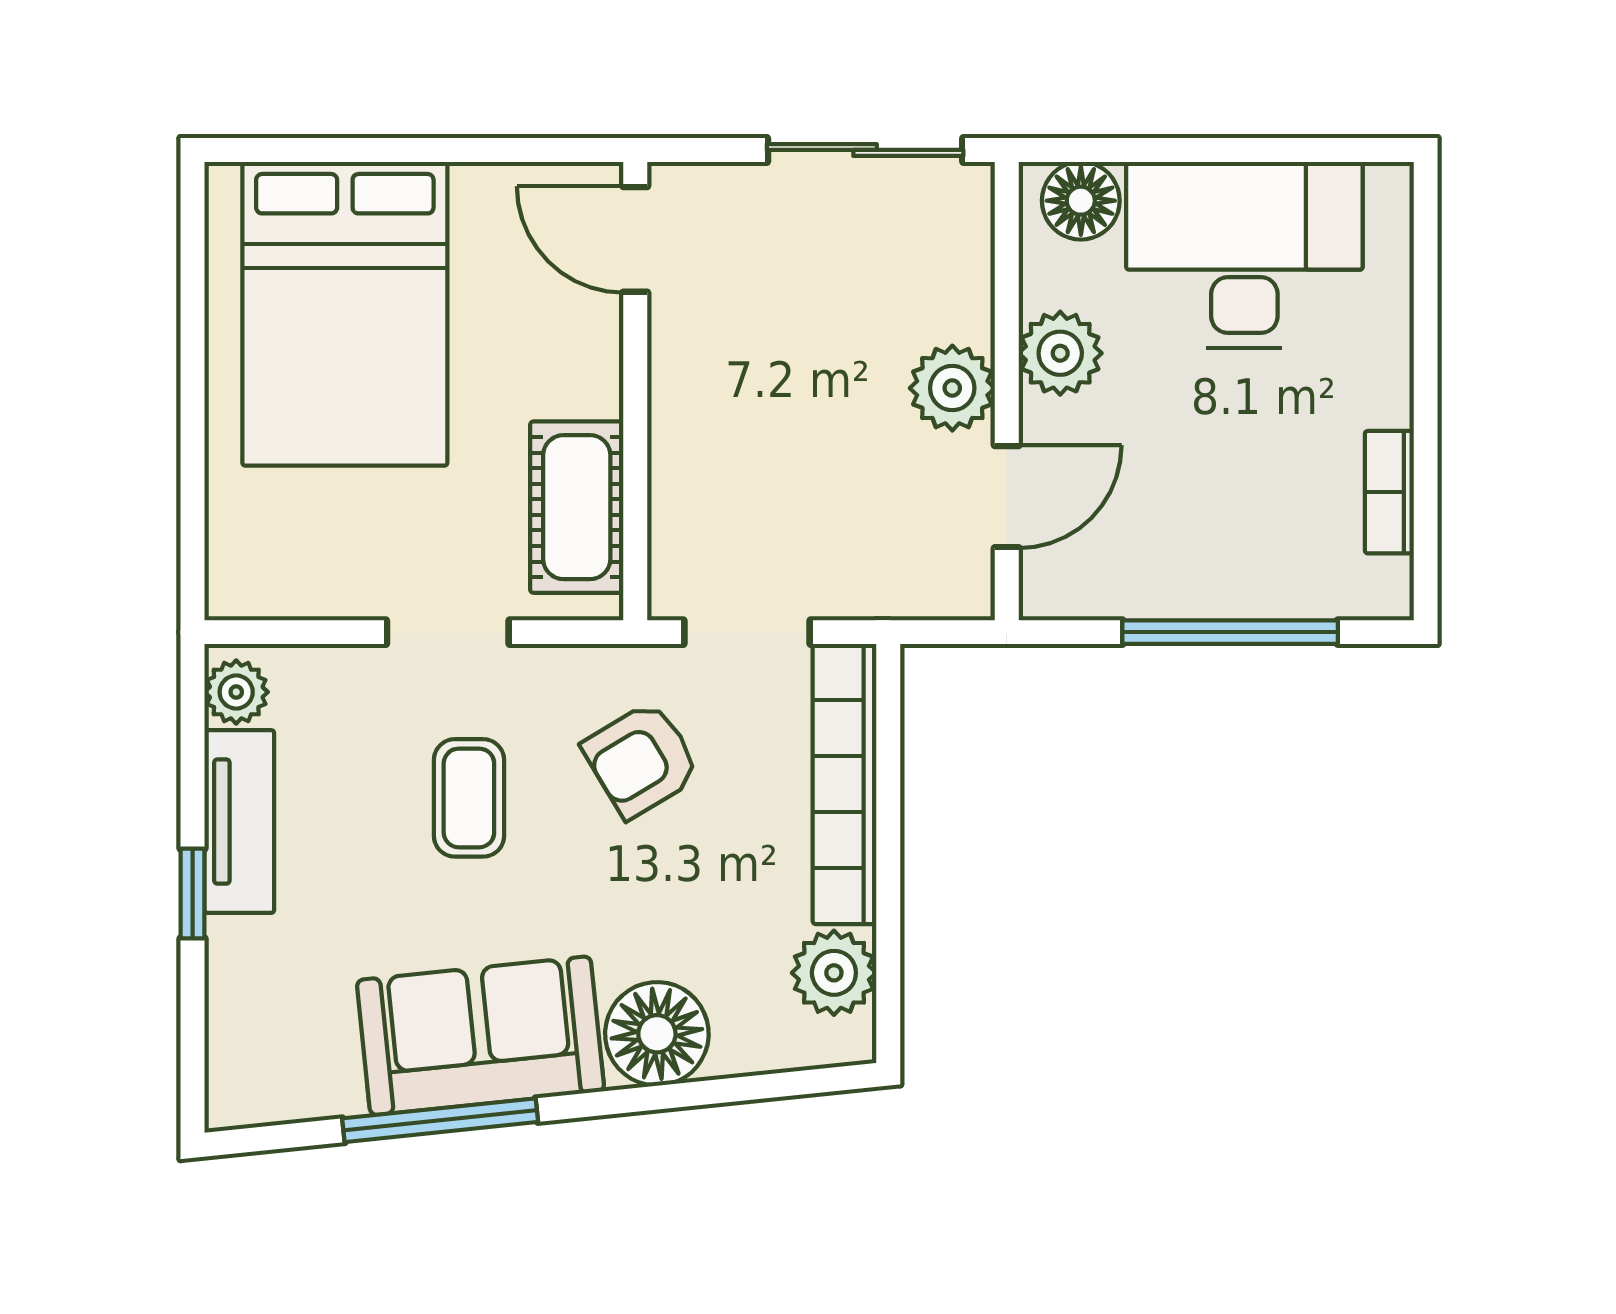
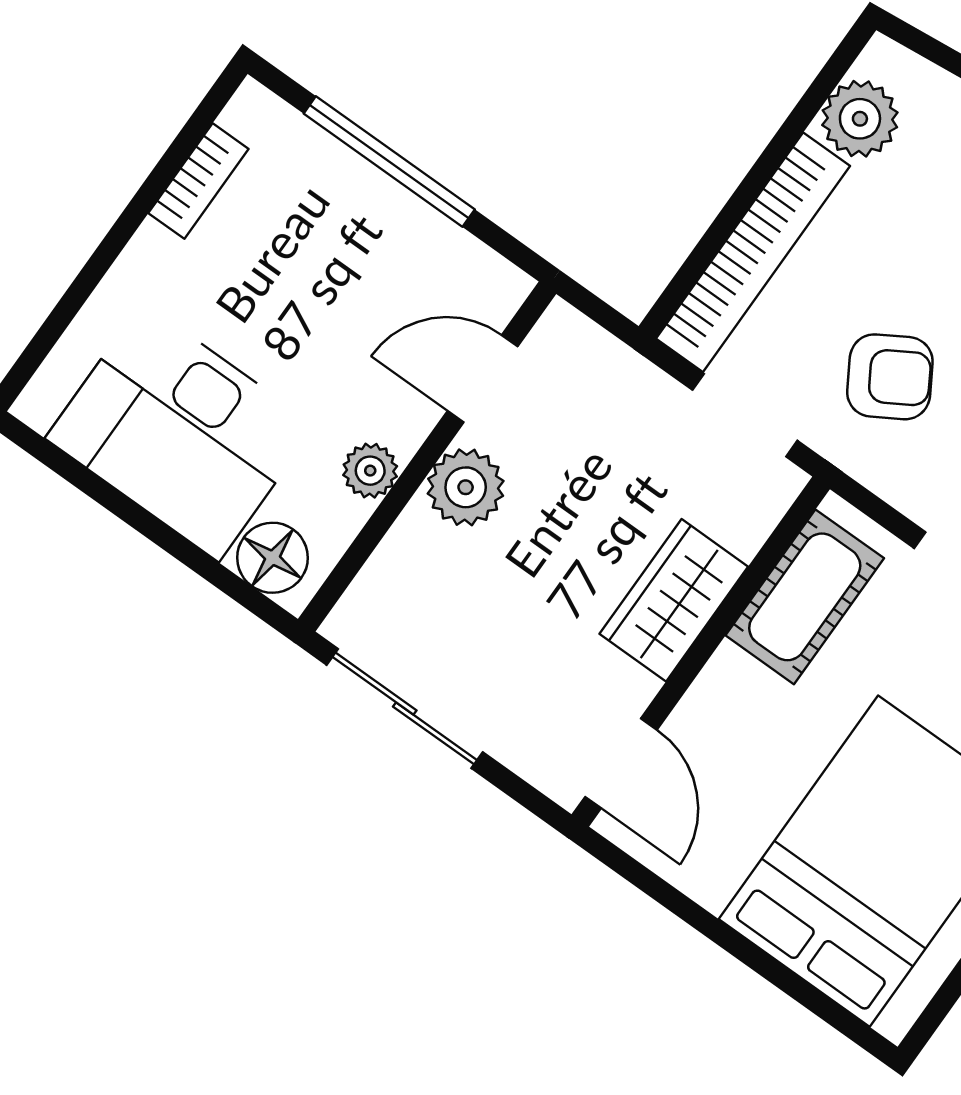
plant: (1060, 353) -> (370, 471), width x0.73, depth x0.73
wardrobe: (692, 420) -> (674, 600), added

